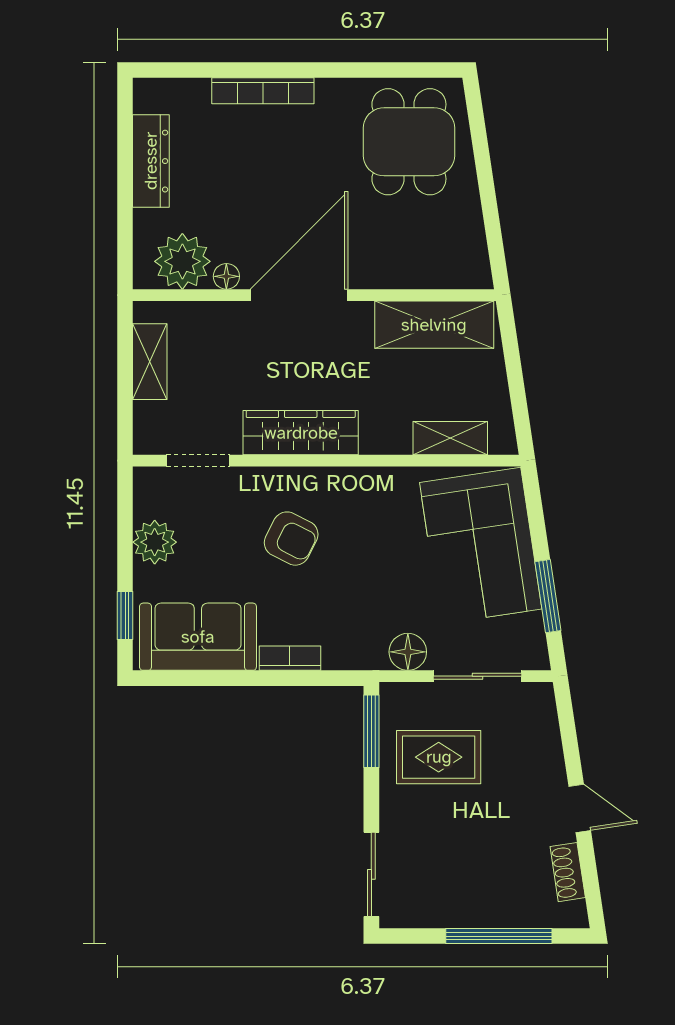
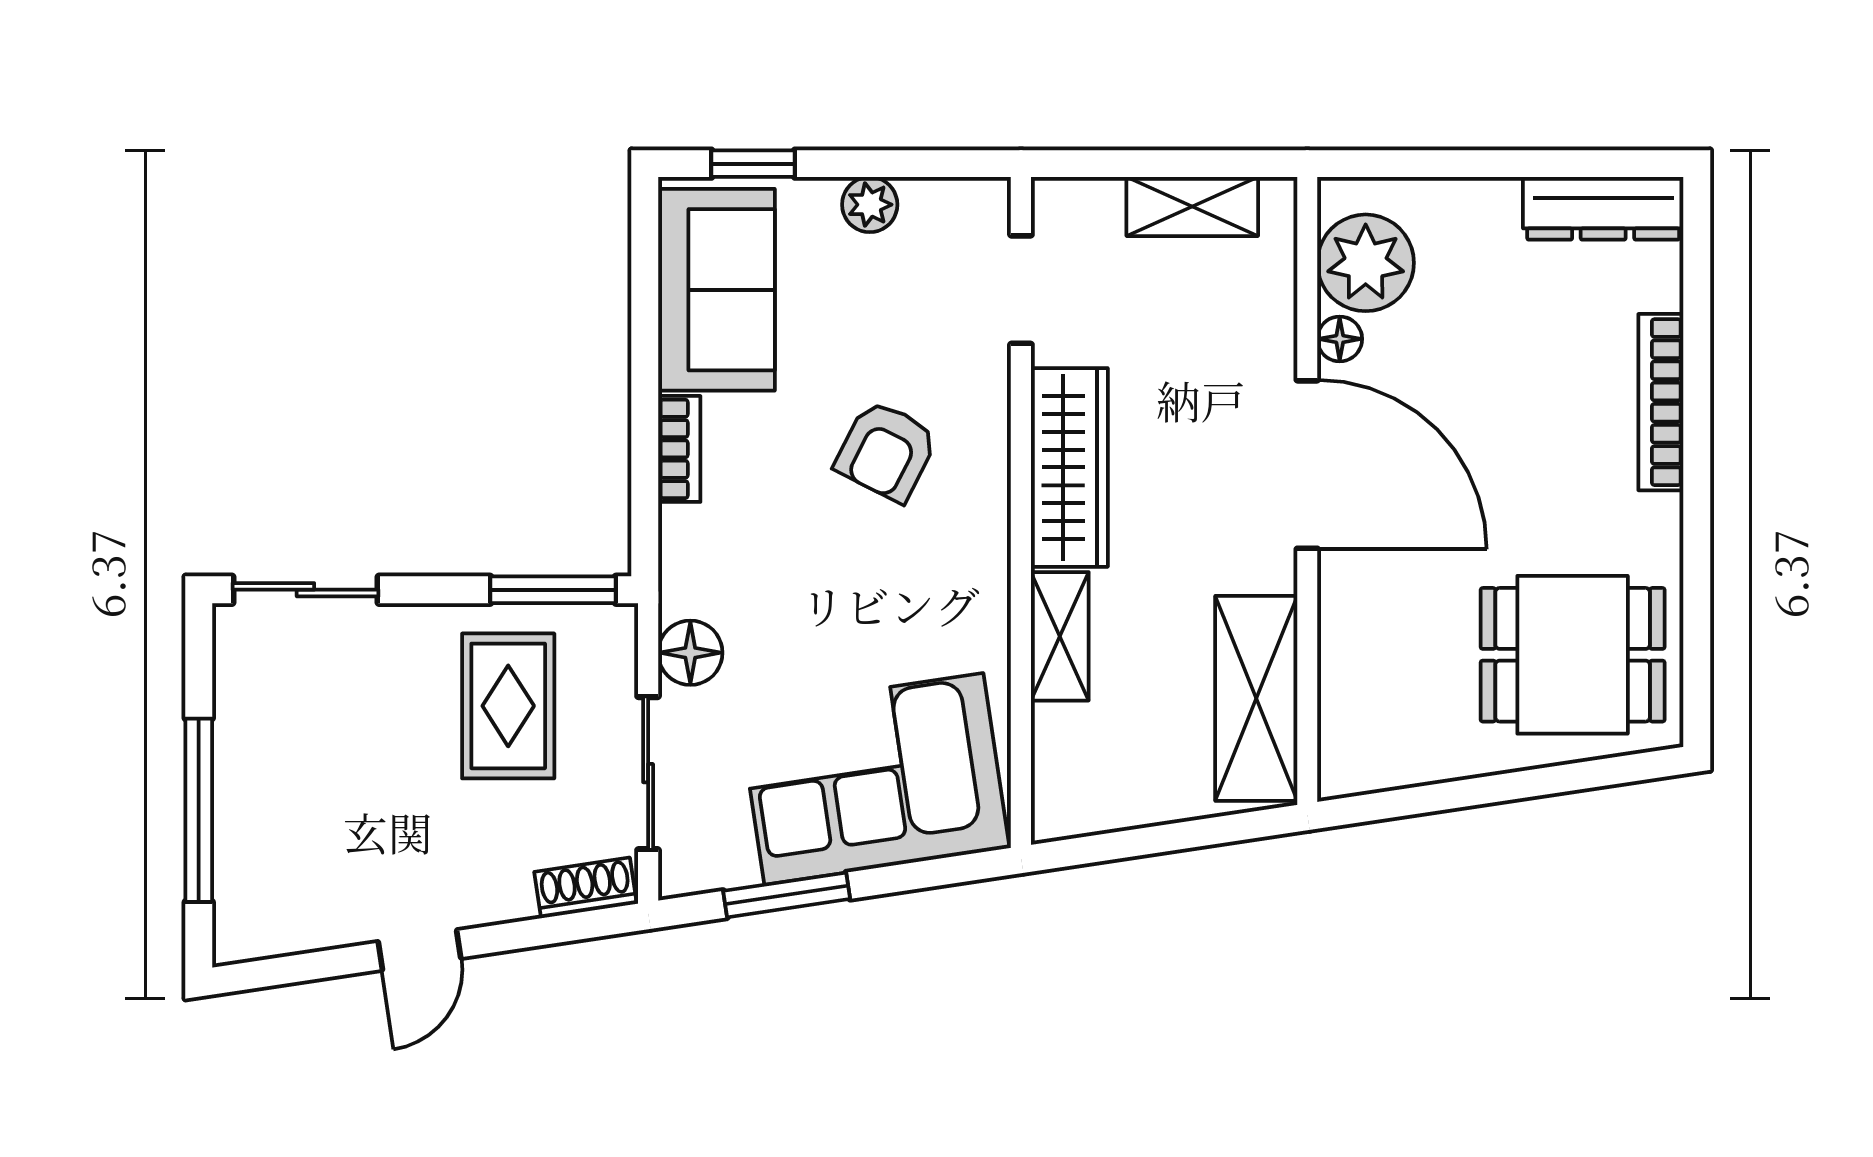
dresser: (151, 161) -> (1603, 208), moved
shelving: (450, 438) -> (1060, 636), moved
plant: (155, 542) -> (870, 205), width x0.73, depth x0.73
shoe rack: (568, 872) -> (585, 888), moved

